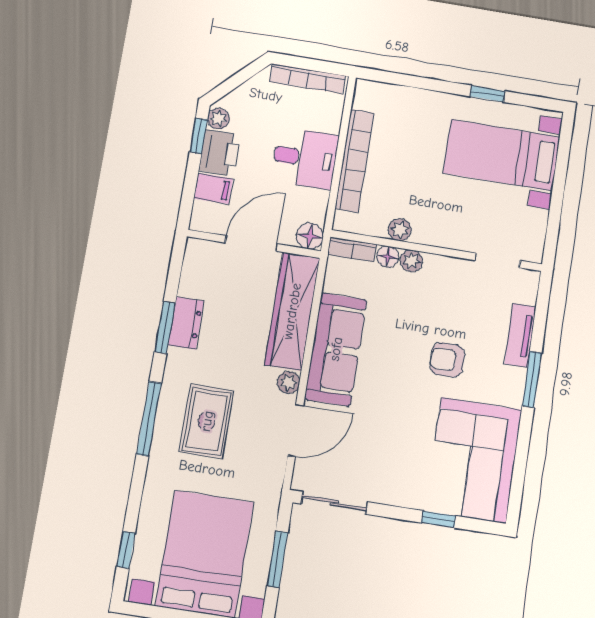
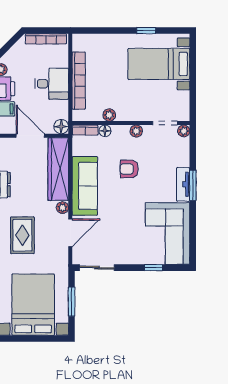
door: (251, 243) -> (30, 136), hinge flipped
plant: (411, 261) -> (136, 131), moved
plant: (529, 280) -> (184, 131), added
tv unit: (520, 335) -> (183, 184), moved
armchair: (447, 360) -> (129, 169), moved

